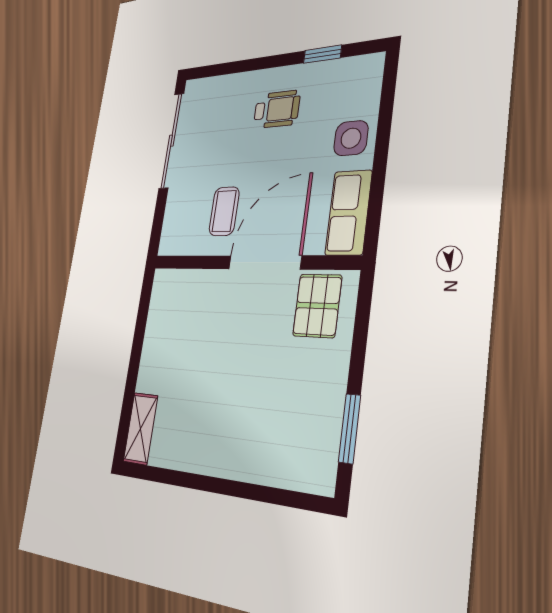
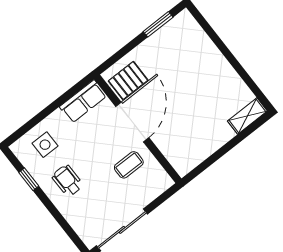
side table: (351, 138) -> (45, 145), moved
door: (265, 262) -> (132, 122), swing flipped

